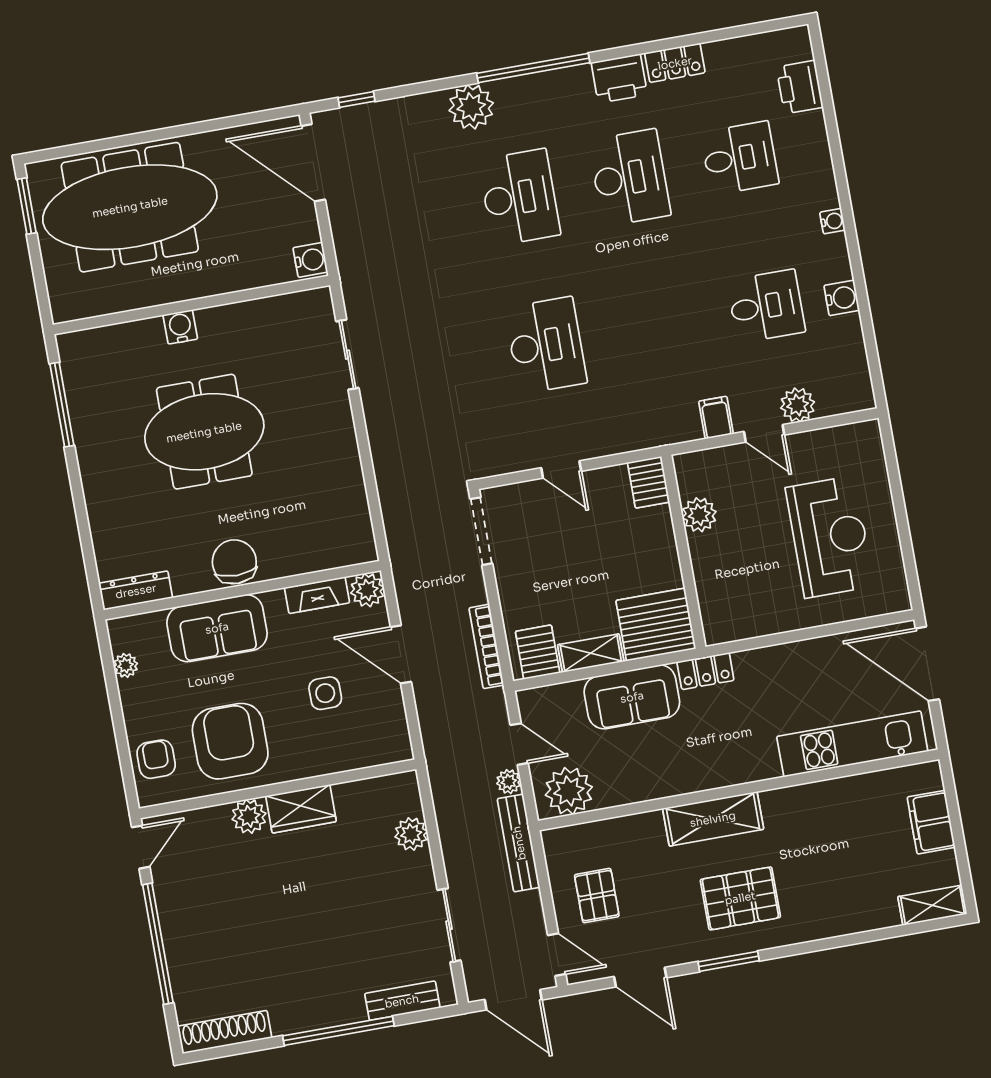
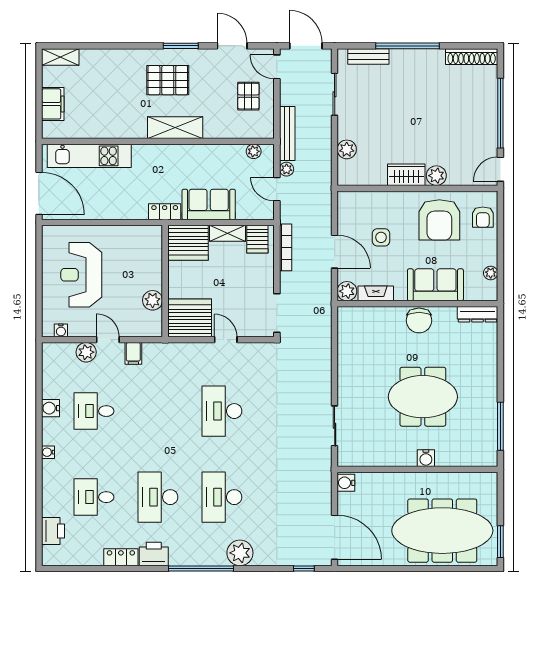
water cooler: (848, 435) -> (61, 330), added
server rack: (648, 482) -> (190, 318), width x2.18, depth x1.44
plant: (569, 791) -> (254, 151), width x0.53, depth x0.53

